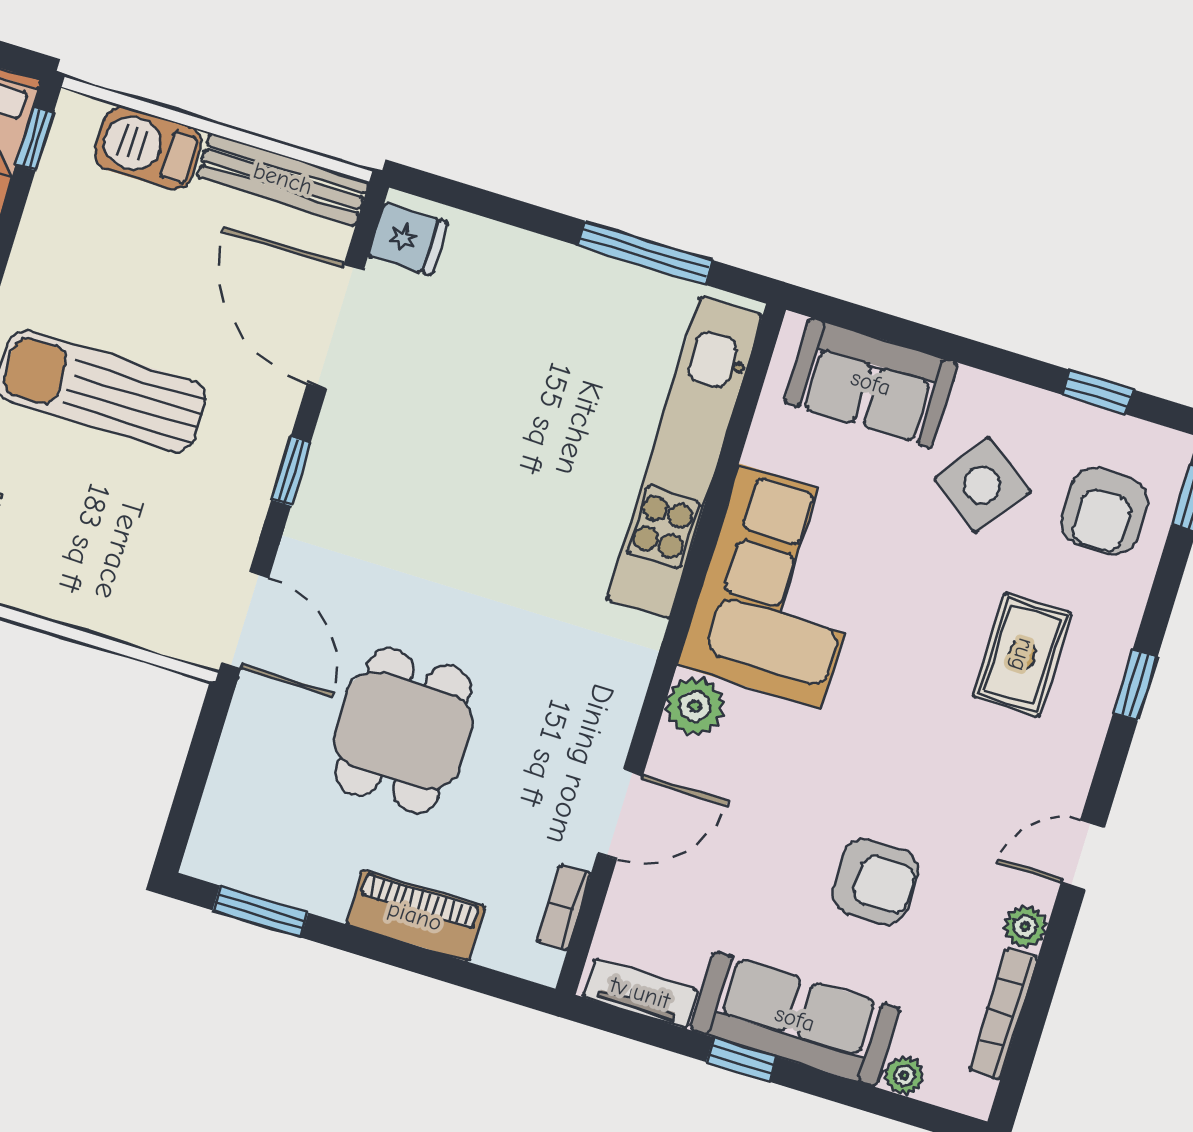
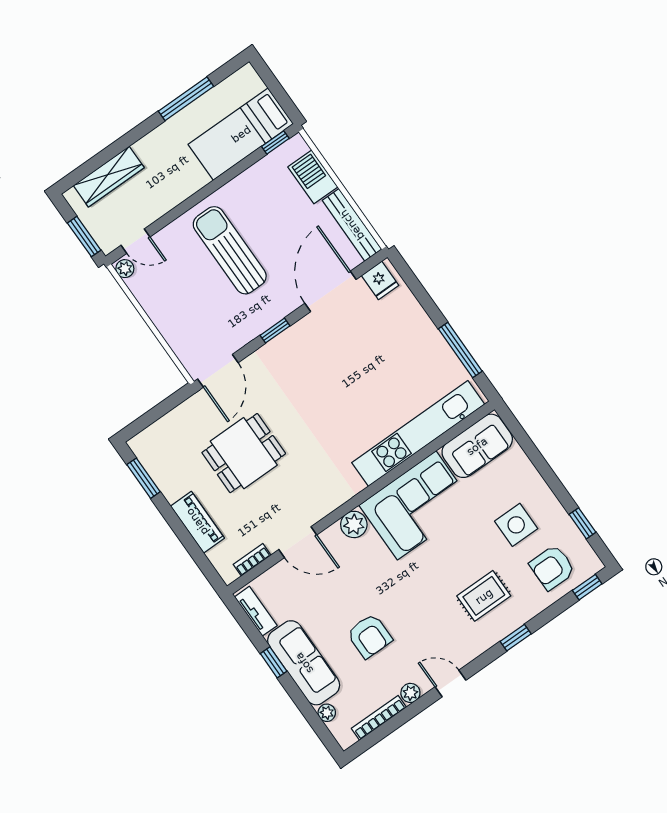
sofa: (871, 383) -> (477, 446), moved, turned -90
side table: (982, 485) -> (516, 525), turned -36

